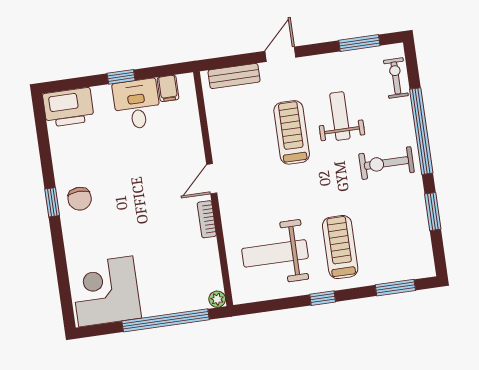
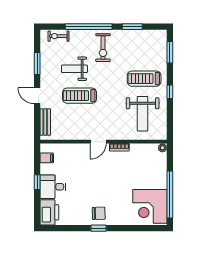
window: (359, 43) -> (37, 63), moved
desk: (137, 104) -> (53, 187), moved
door: (212, 179) -> (98, 142), hinge flipped
window: (166, 320) -> (170, 194), moved

